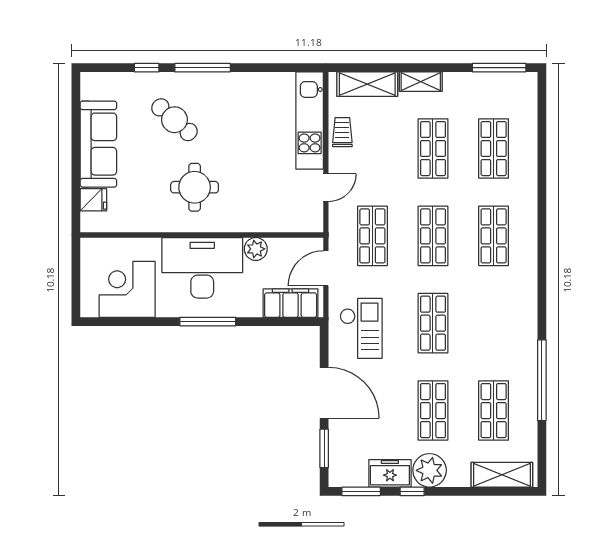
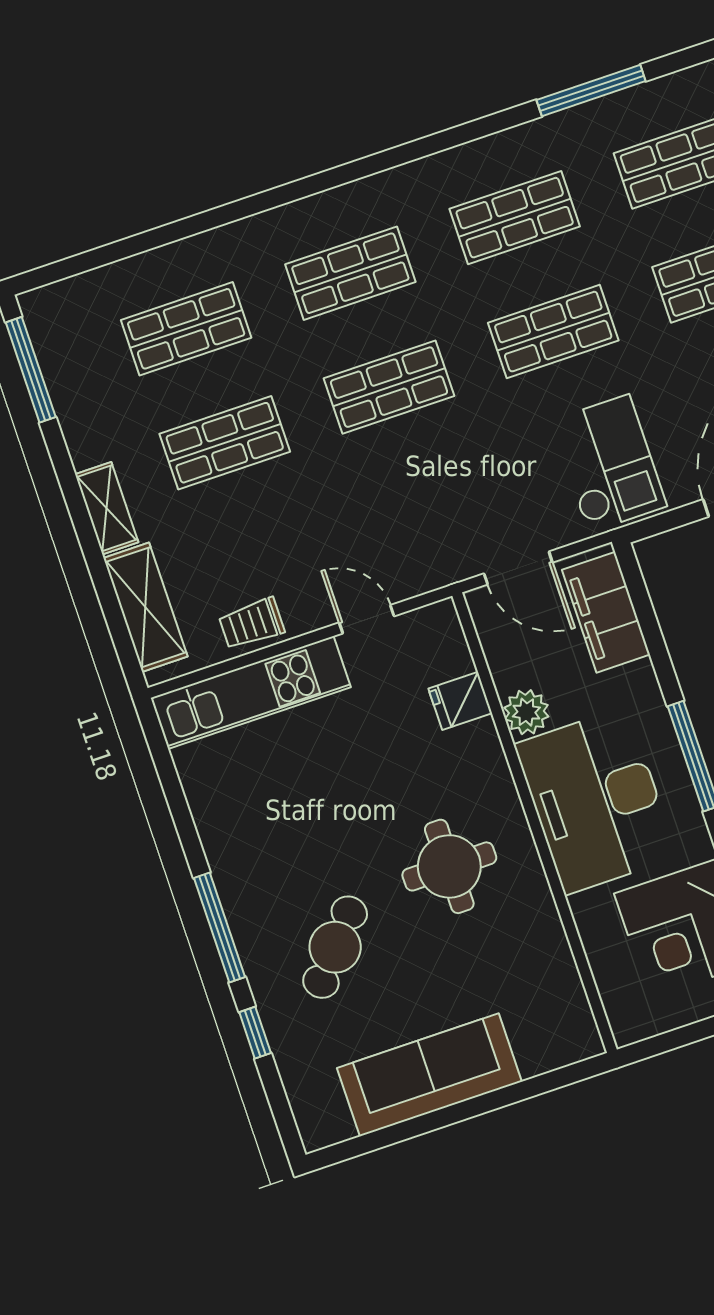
fridge: (93, 200) -> (460, 701), moved, turned -90
shop shelf: (372, 236) -> (515, 218), moved
checkout: (361, 328) -> (609, 463), turned 90
window: (542, 380) -> (591, 91), width x0.68

